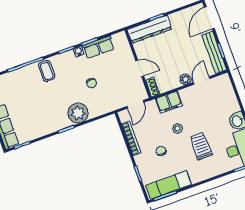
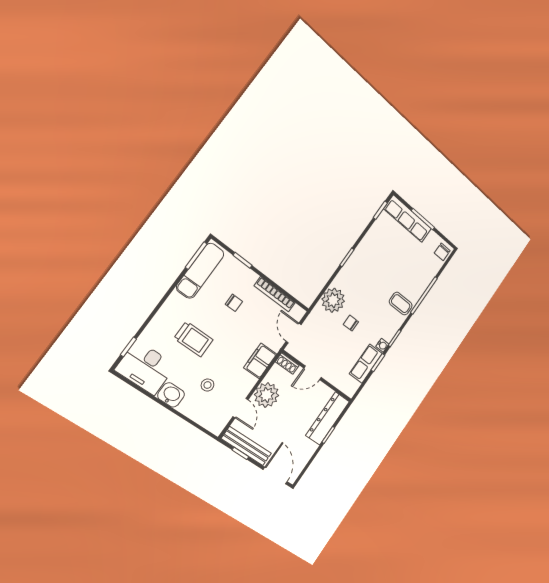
plant: (185, 79) -> (267, 395), width x1.87, depth x1.87
plant: (78, 113) -> (333, 300), moved
stool: (178, 128) -> (207, 385), moved

